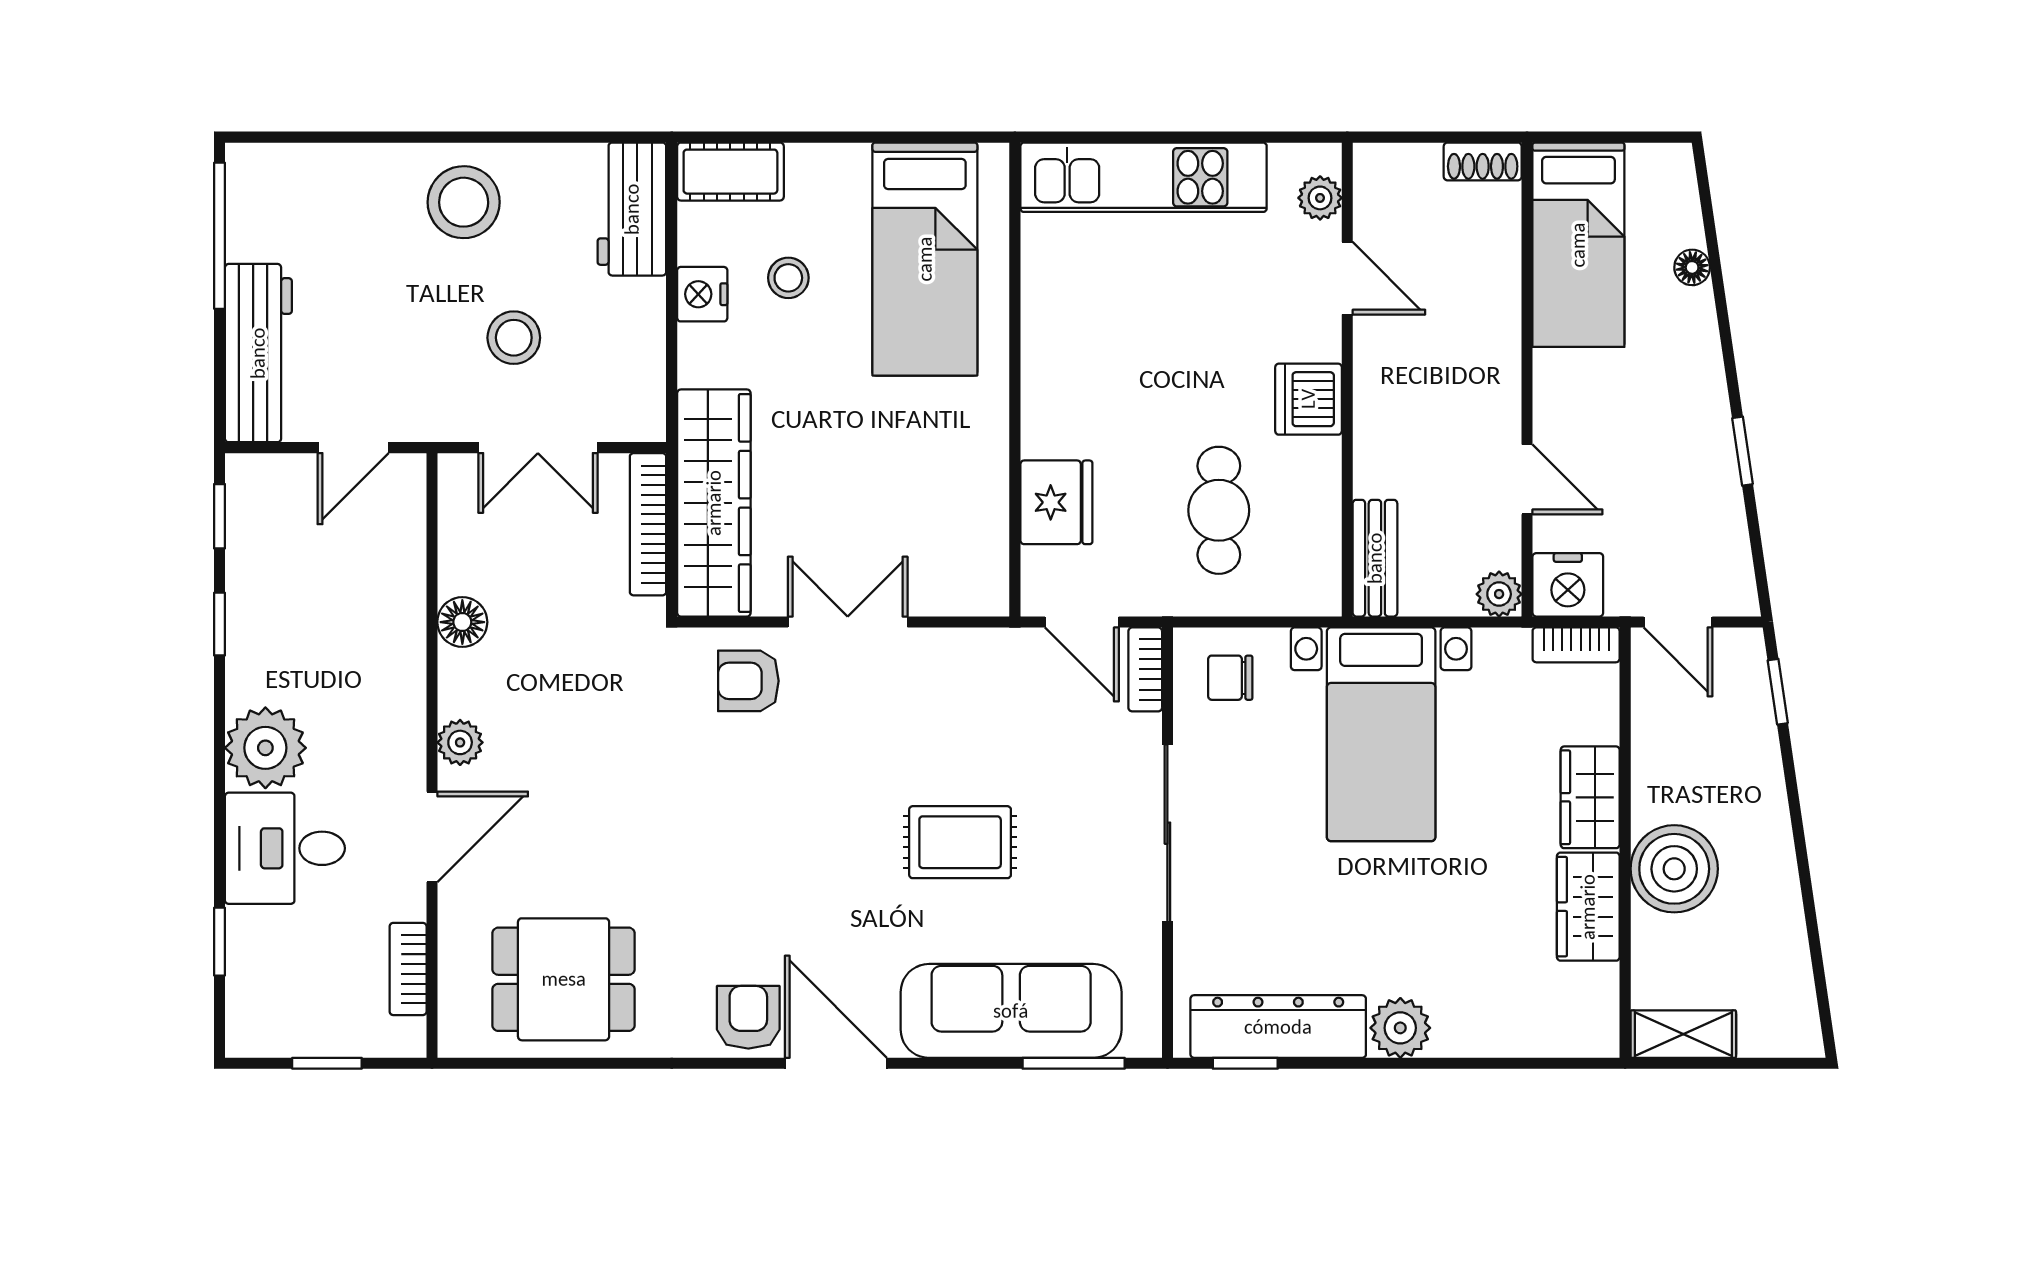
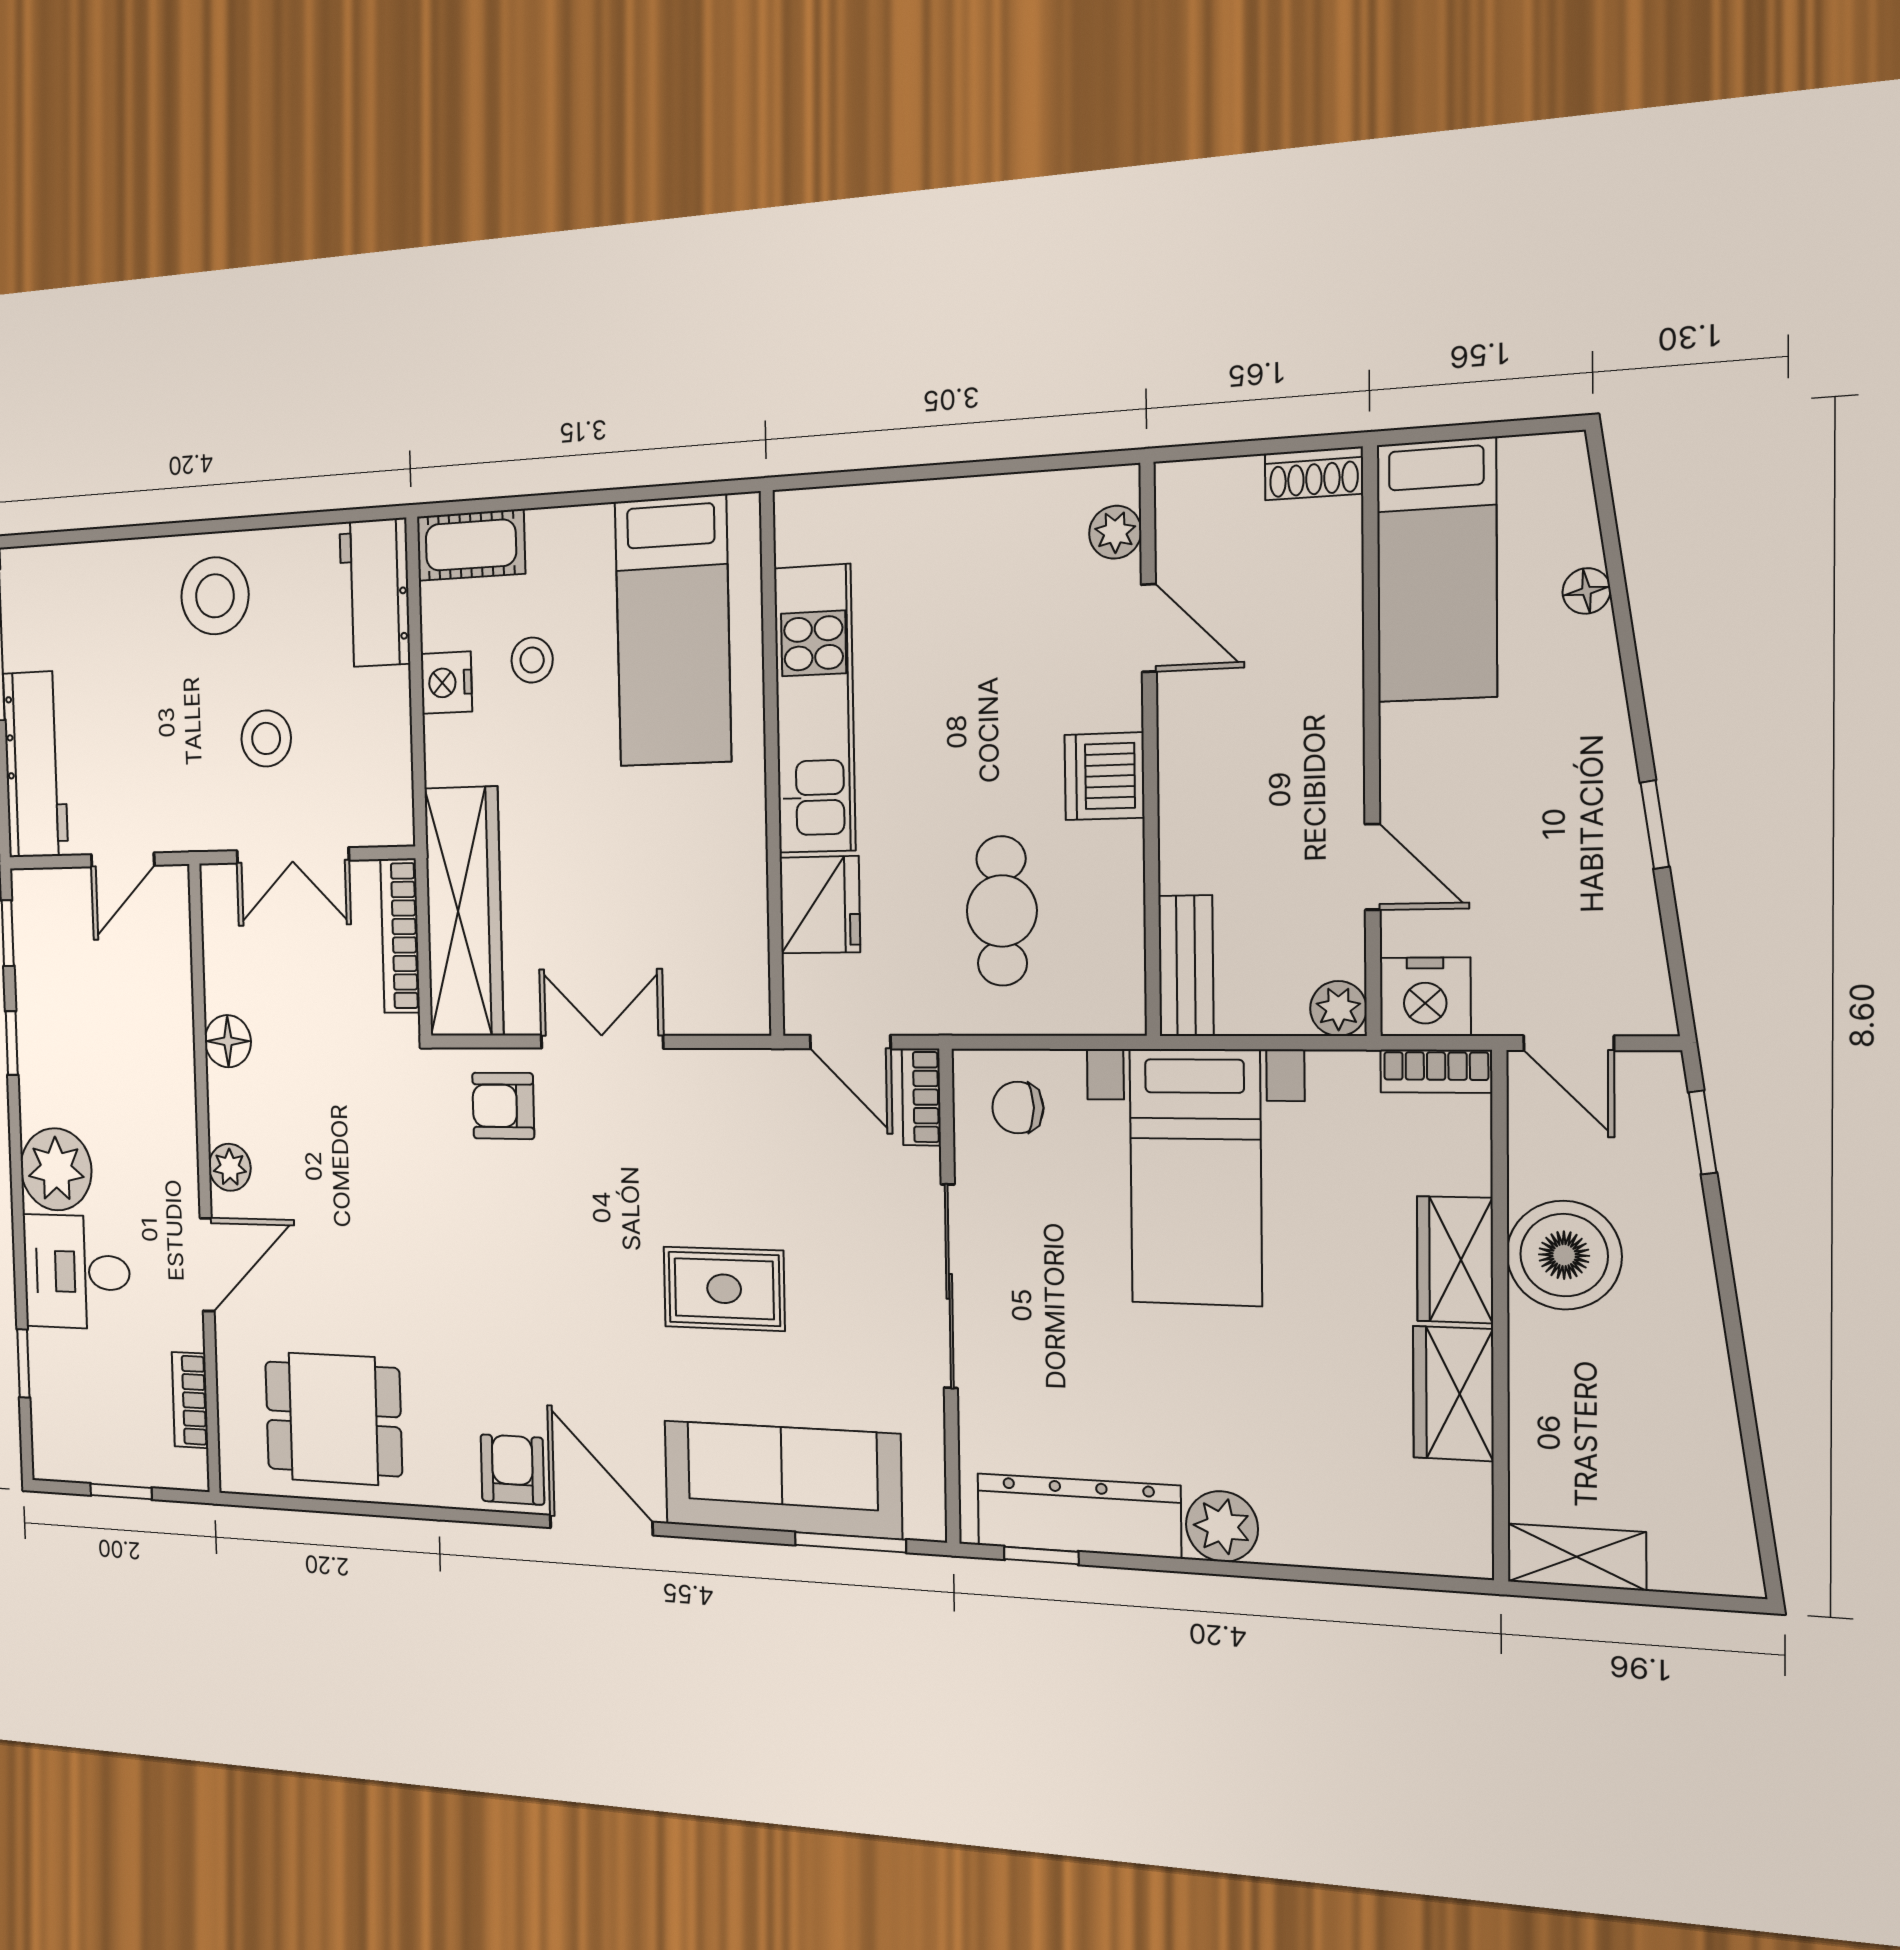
kitchen unit: (1144, 177) -> (815, 709), moved, turned -90
boiler: (1674, 869) -> (1564, 1255), moved

